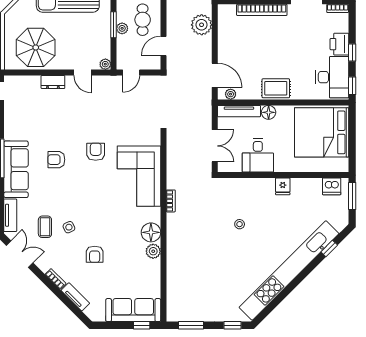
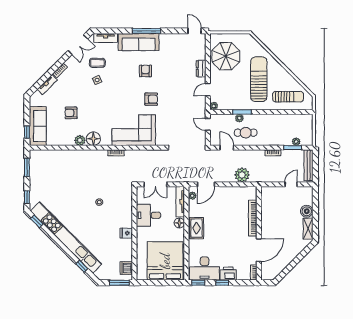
armchair: (95, 254) -> (71, 113), moved
window: (266, 311) -> (37, 221), added

